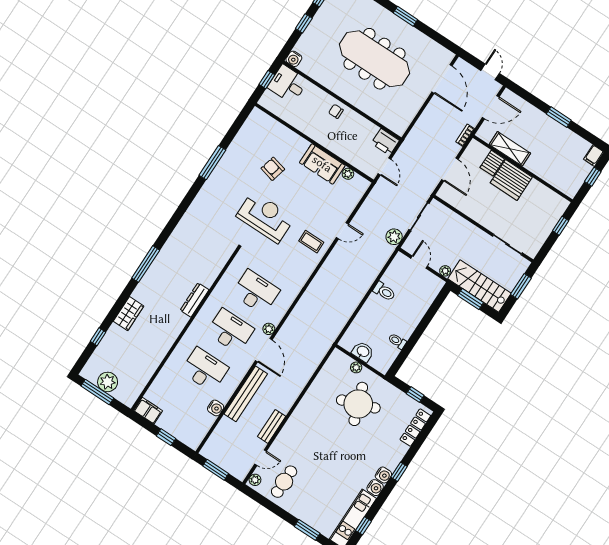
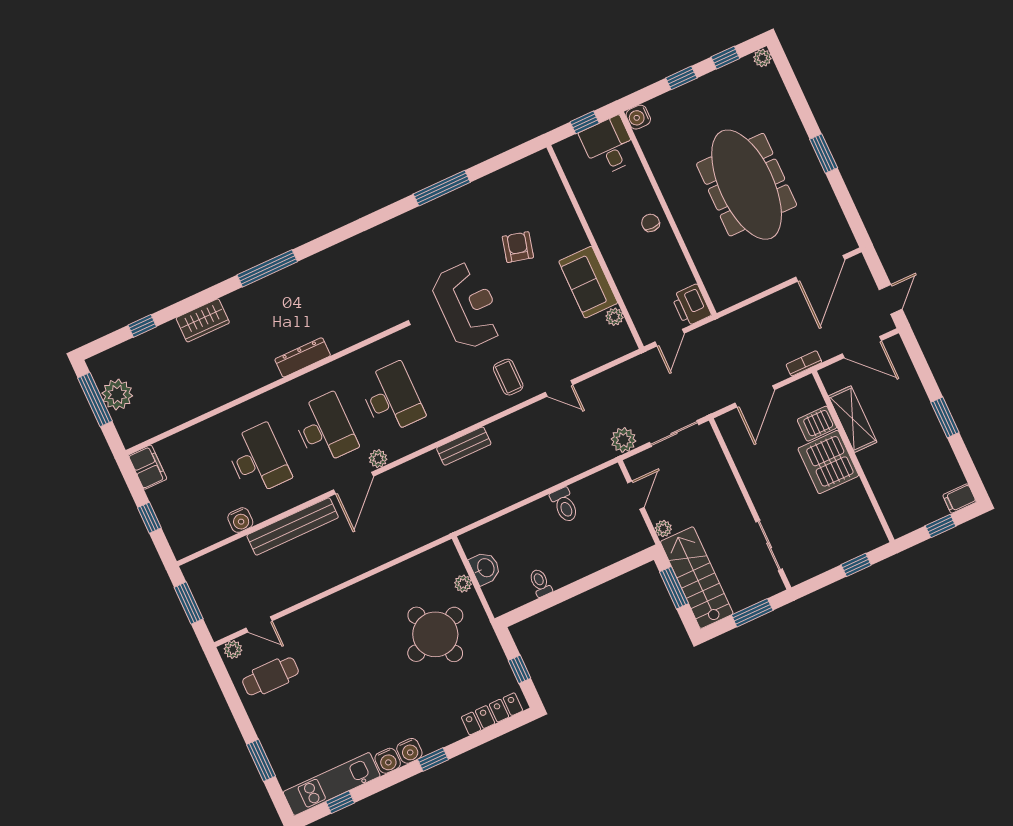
bench: (272, 426) -> (464, 446), moved

